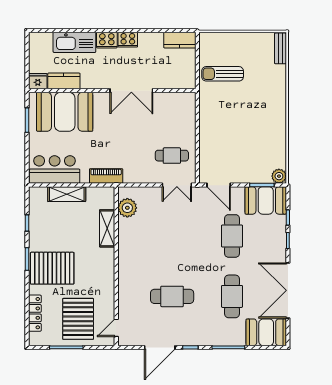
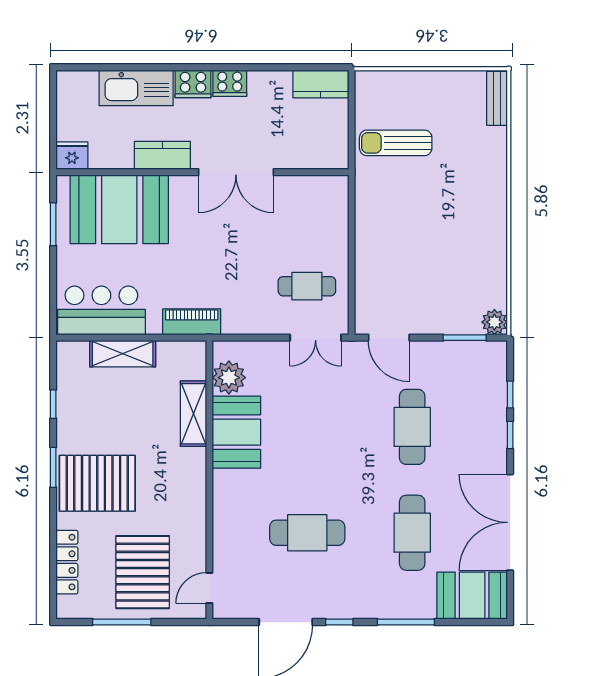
kitchen counter: (64, 81) -> (162, 155), moved
booth: (266, 200) -> (236, 432), moved, turned 90

